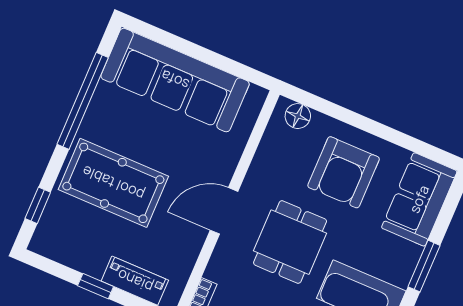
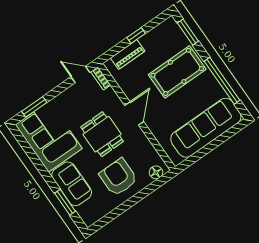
sofa: (419, 199) -> (72, 184), moved
window: (38, 205) -> (188, 32), width x1.50
window: (424, 266) -> (65, 202), moved

